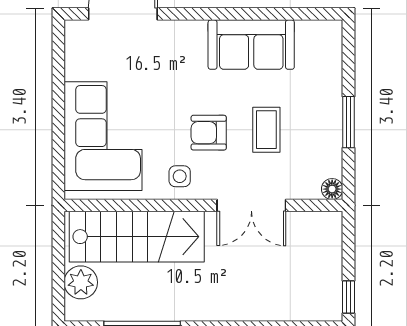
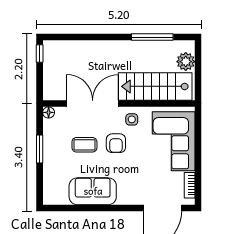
bookcase: (74, 56) -> (190, 185), added
coffee table: (266, 130) -> (84, 145), turned 90
armchair: (209, 133) -> (116, 143), turned 90
double door: (251, 205) -> (93, 104), width x1.37

